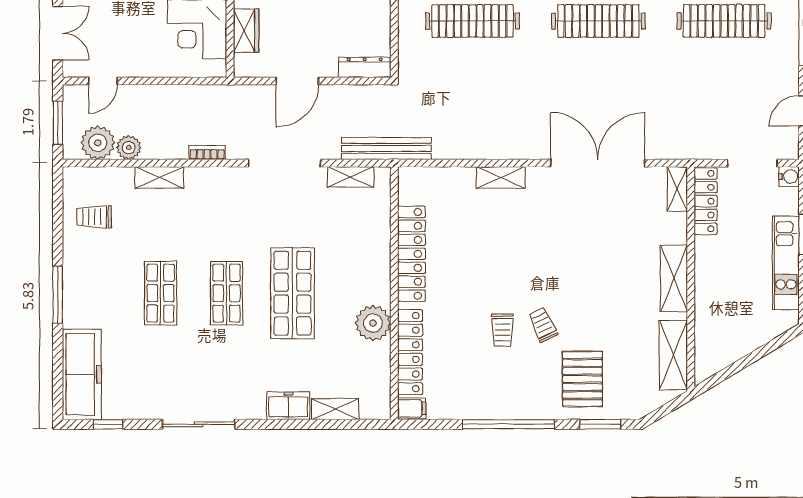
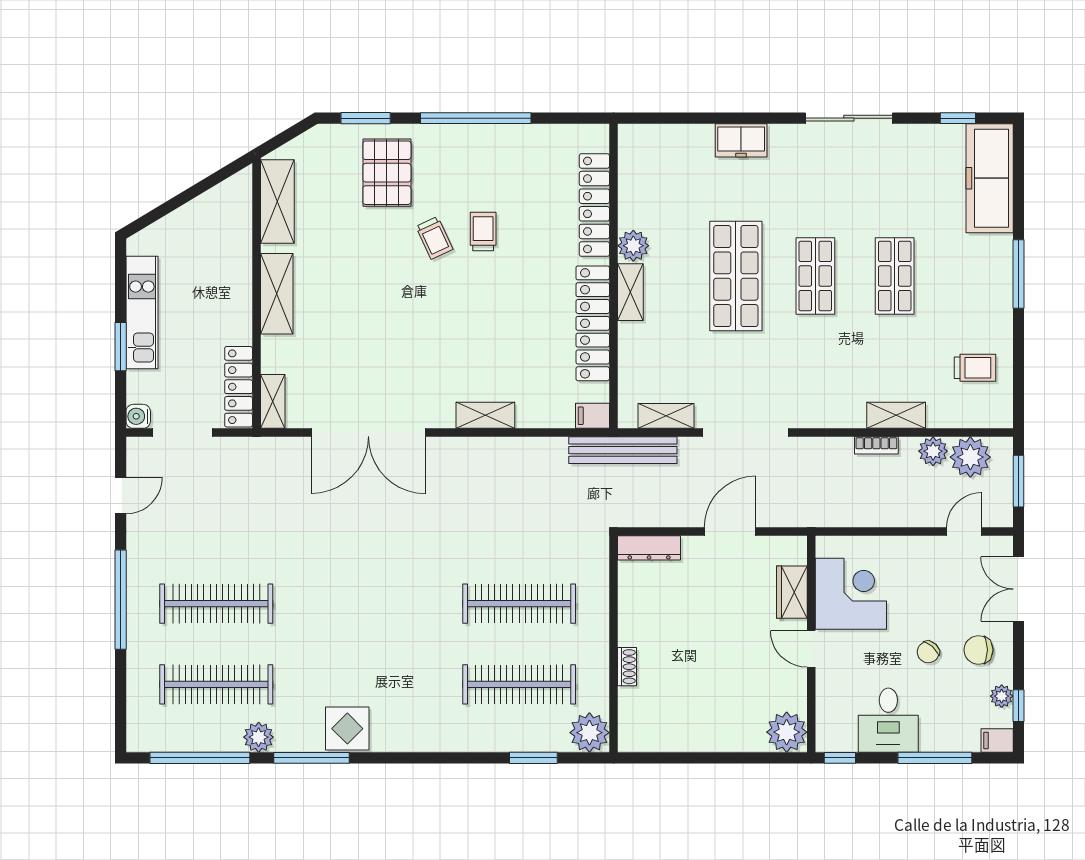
clothes rail: (598, 21) -> (368, 604), removed
bookcase: (207, 152) -> (876, 445), moved
plant: (373, 323) -> (633, 246), width x0.73, depth x0.73
filing cabinet: (412, 408) -> (592, 416), moved
shelving: (335, 409) -> (630, 292), moved, turned 90

